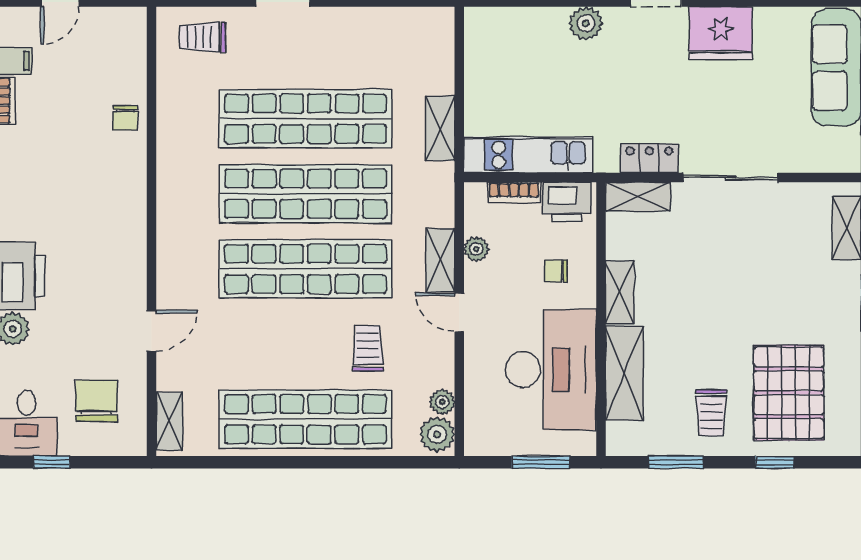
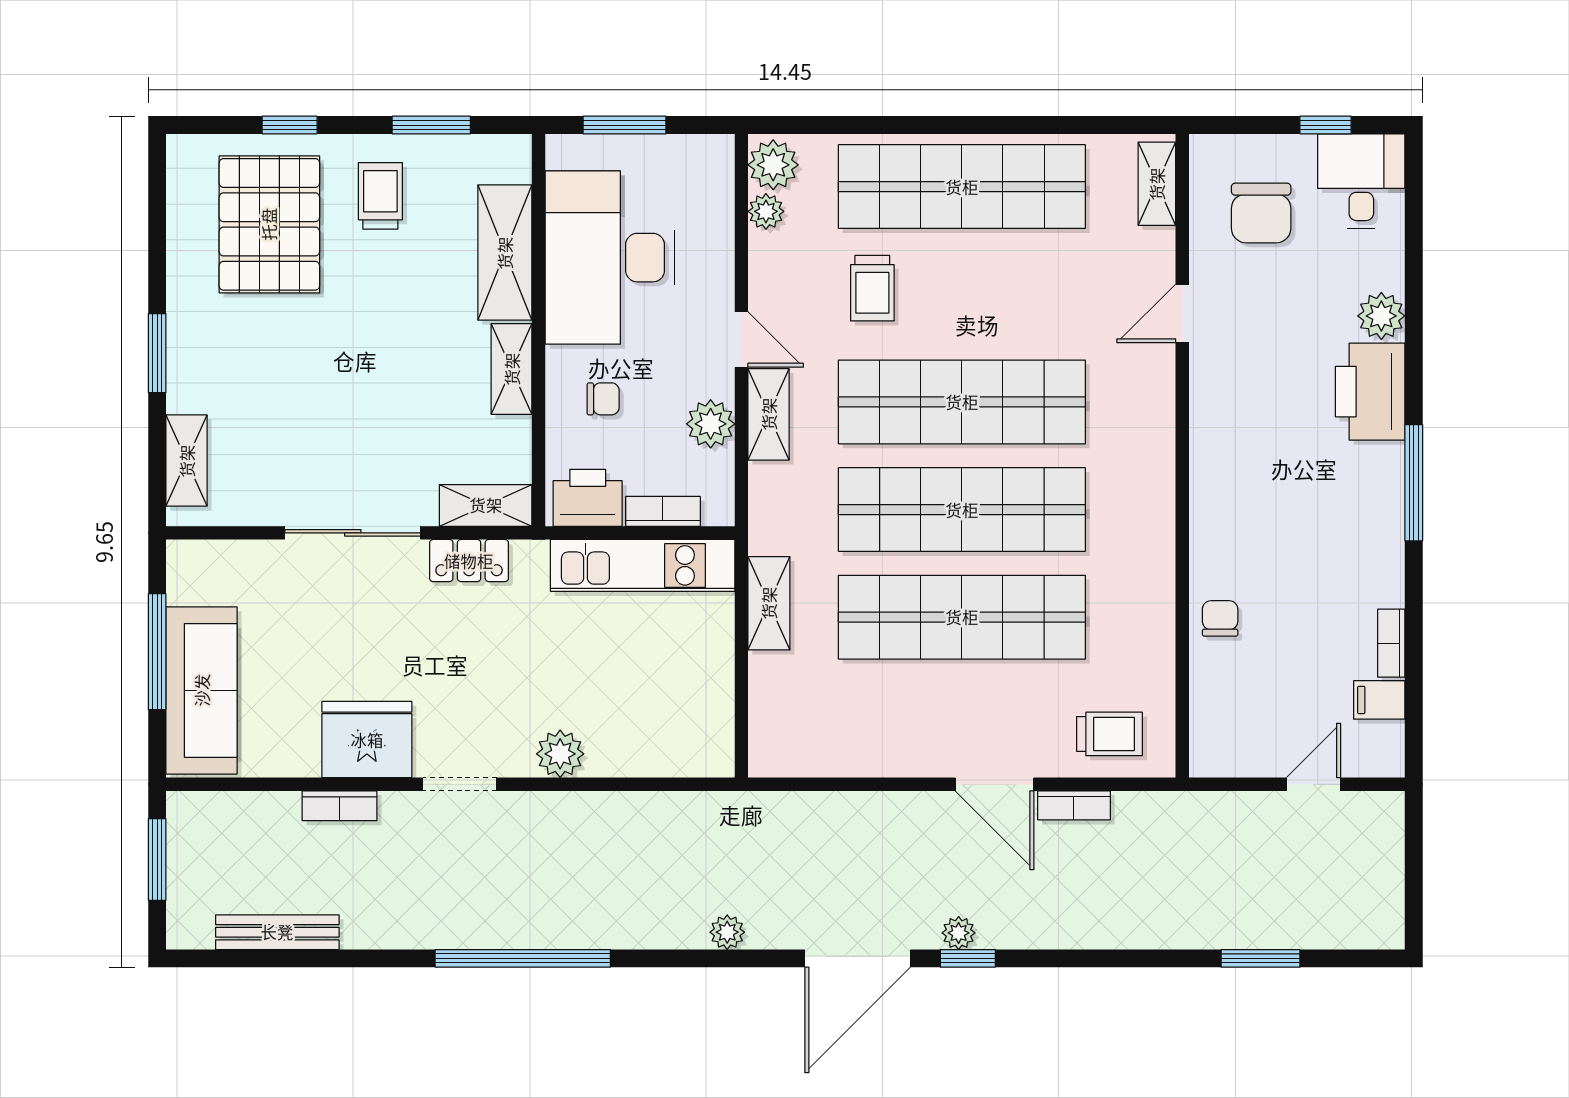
plant: (476, 249) -> (711, 424), width x1.38, depth x1.38

